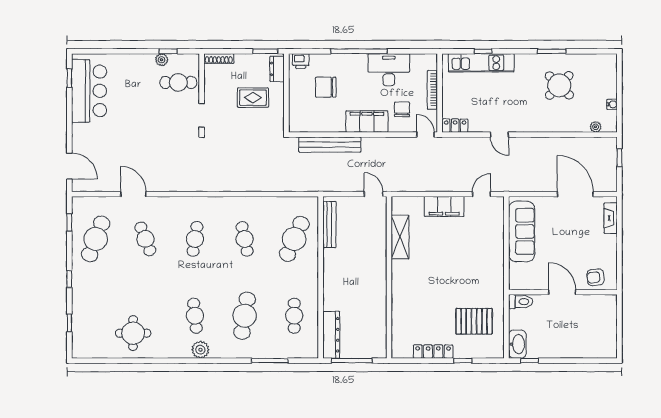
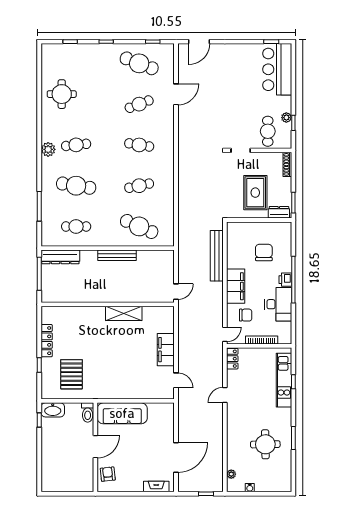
printer: (301, 61) -> (285, 280), moved
round table: (559, 85) -> (265, 444), turned 45
bar counter: (89, 91) -> (277, 69), moved, turned 90
rug: (253, 98) -> (255, 193), width x1.36, depth x1.43
bench: (329, 225) -> (117, 255), moved
sofa: (522, 231) -> (122, 413), moved
shelving: (400, 237) -> (124, 313), moved

